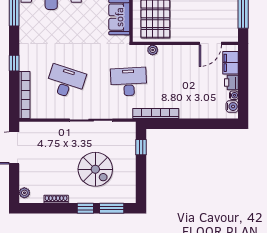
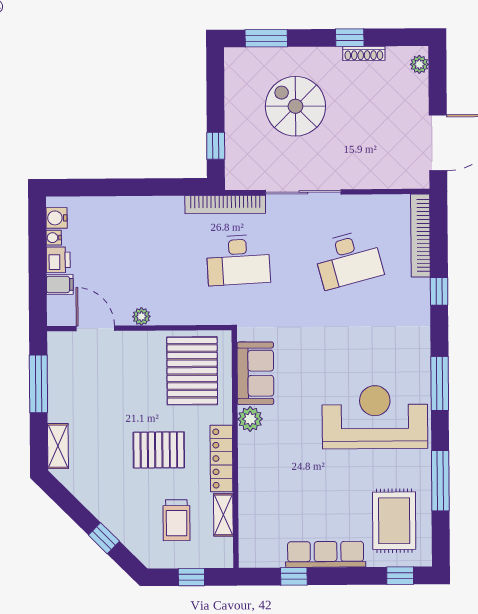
door: (210, 43) -> (95, 328), hinge flipped
plant: (153, 50) -> (141, 316), moved
filing cabinet: (231, 63) -> (60, 284), width x0.50
desk: (66, 82) -> (348, 259), turned -33
bookcase: (156, 113) -> (225, 205), moved
window: (85, 208) -> (350, 38), moved

